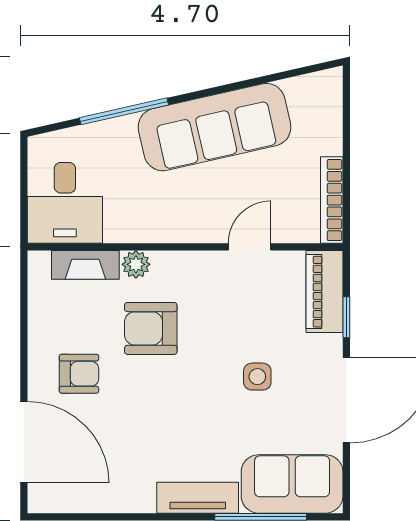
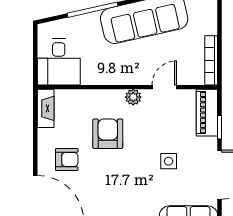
plant: (136, 264) -> (133, 97), moved
fireplace: (85, 265) -> (46, 108), moved, turned -90
armchair: (151, 328) -> (108, 134), turned 90

